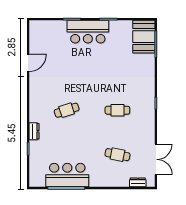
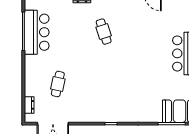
cafe table: (117, 110) -> (104, 84), removed

